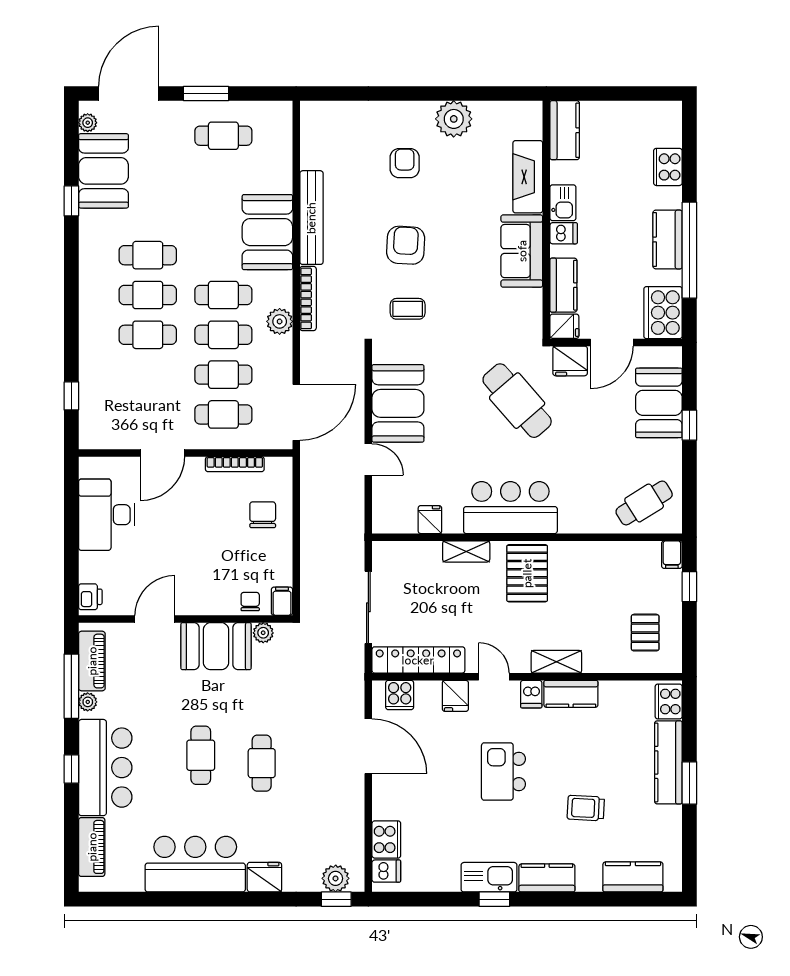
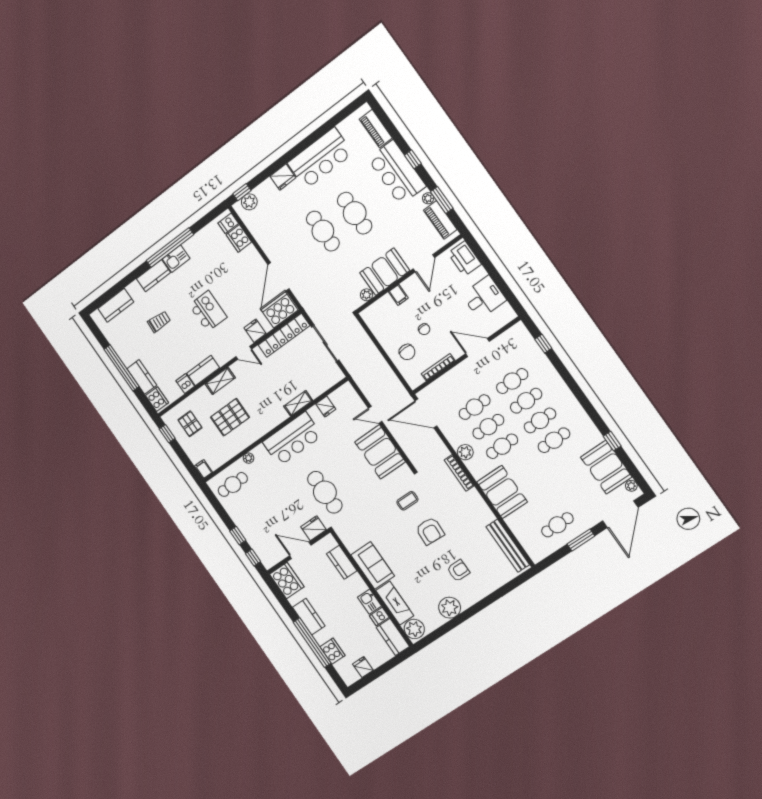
plant: (526, 122) -> (414, 629), added
armchair: (405, 163) -> (458, 571), turned -90
bench: (311, 218) -> (508, 546), moved
dishwasher: (564, 233) -> (379, 616), moved
window: (689, 250) -> (312, 643), moved
fridge: (564, 326) -> (363, 667), moved, turned 90
door: (612, 342) -> (300, 550), hinge flipped
window: (689, 379) -> (253, 557), added
cafe table: (517, 401) -> (325, 492), turned 41
booth: (659, 403) -> (259, 537), removed
door: (296, 412) -> (426, 413), hinge flipped
cafe table: (223, 414) -> (512, 381), moved
door: (163, 453) -> (477, 348), hinge flipped
cafe table: (644, 503) -> (233, 485), turned 32
desk: (107, 515) -> (484, 297), width x0.73
plant: (594, 525) -> (248, 458), added
pallet: (527, 573) -> (230, 417), moved, turned 90
window: (689, 587) -> (167, 434), moved
printer: (90, 597) -> (465, 259), width x1.87, depth x1.48
filing cabinet: (282, 601) -> (398, 295), moved
chair: (250, 602) -> (424, 329), moved
window: (71, 686) -> (442, 200), width x0.69
dishwasher: (531, 694) -> (185, 384), moved
cooker: (400, 695) -> (280, 310), width x1.87, depth x1.31
door: (368, 746) -> (278, 277), hinge flipped
cafe table: (201, 755) -> (355, 213), width x1.37, depth x1.35
kitchen counter: (668, 762) -> (142, 377), width x0.67
cafe table: (262, 763) -> (323, 231), width x1.37, depth x1.35
window: (689, 783) -> (121, 368), width x2.11
kitchen sink: (489, 877) -> (176, 259), width x0.73
window: (494, 899) -> (170, 248), width x3.17

